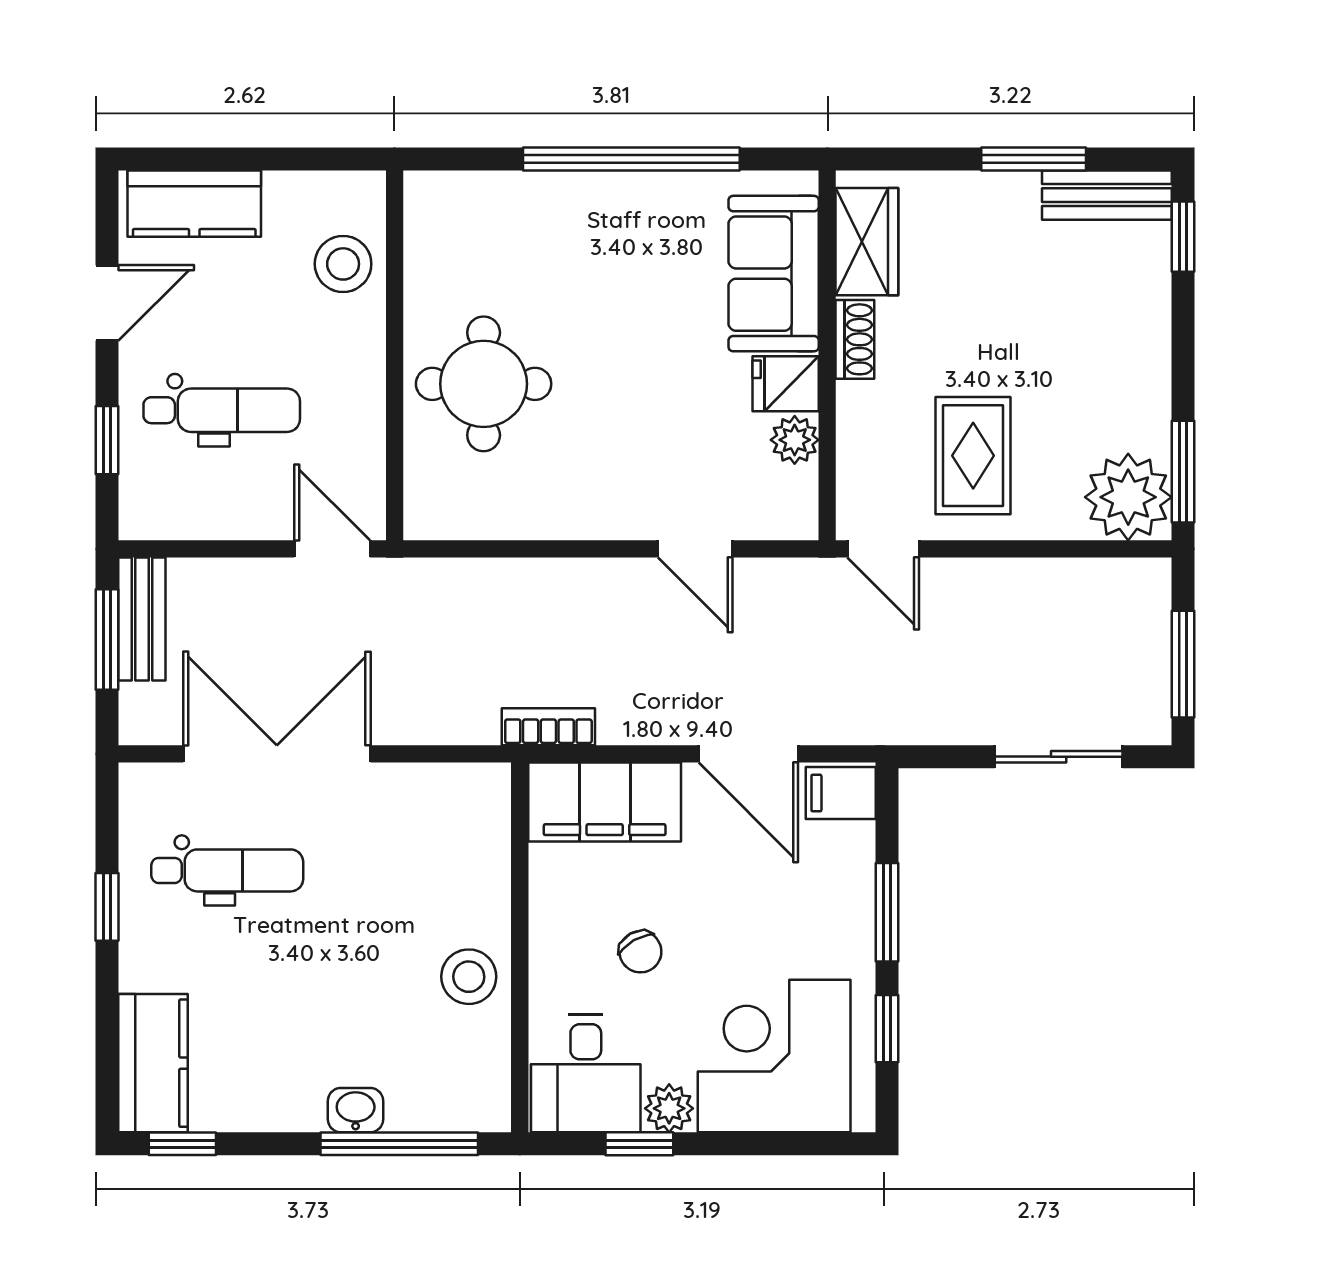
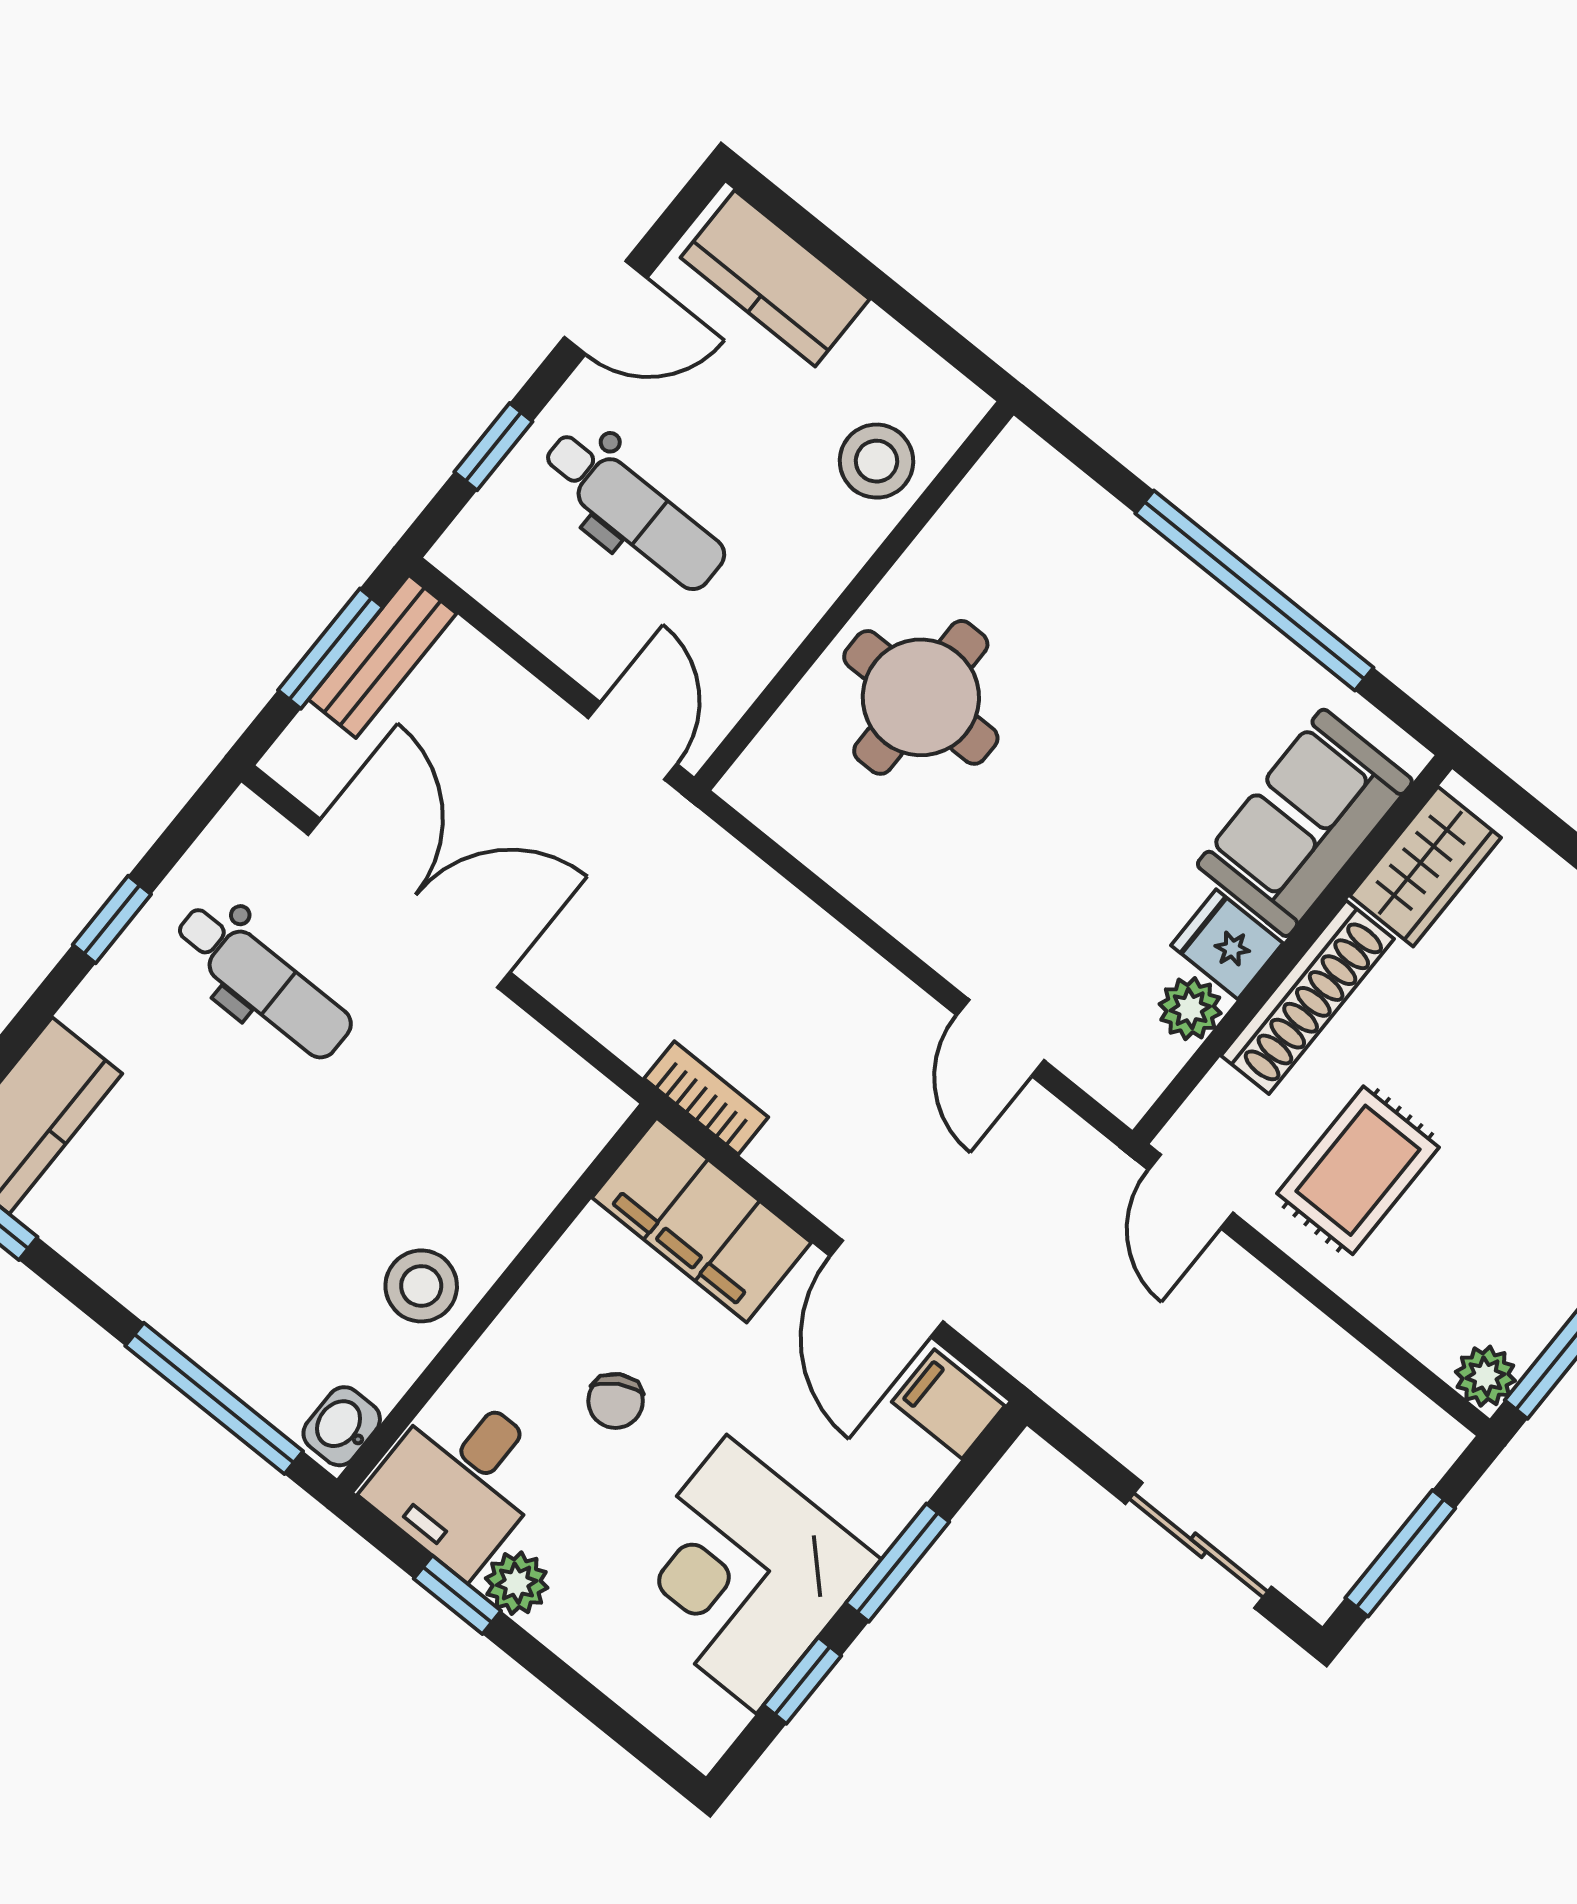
shoe rack: (855, 339) -> (1308, 997), width x1.94, depth x1.24
plant: (1128, 497) -> (1485, 1376), width x0.53, depth x0.53
corner desk: (774, 1056) -> (741, 1574), moved, turned -90
washbasin: (356, 1110) -> (342, 1426), moved, turned -90

